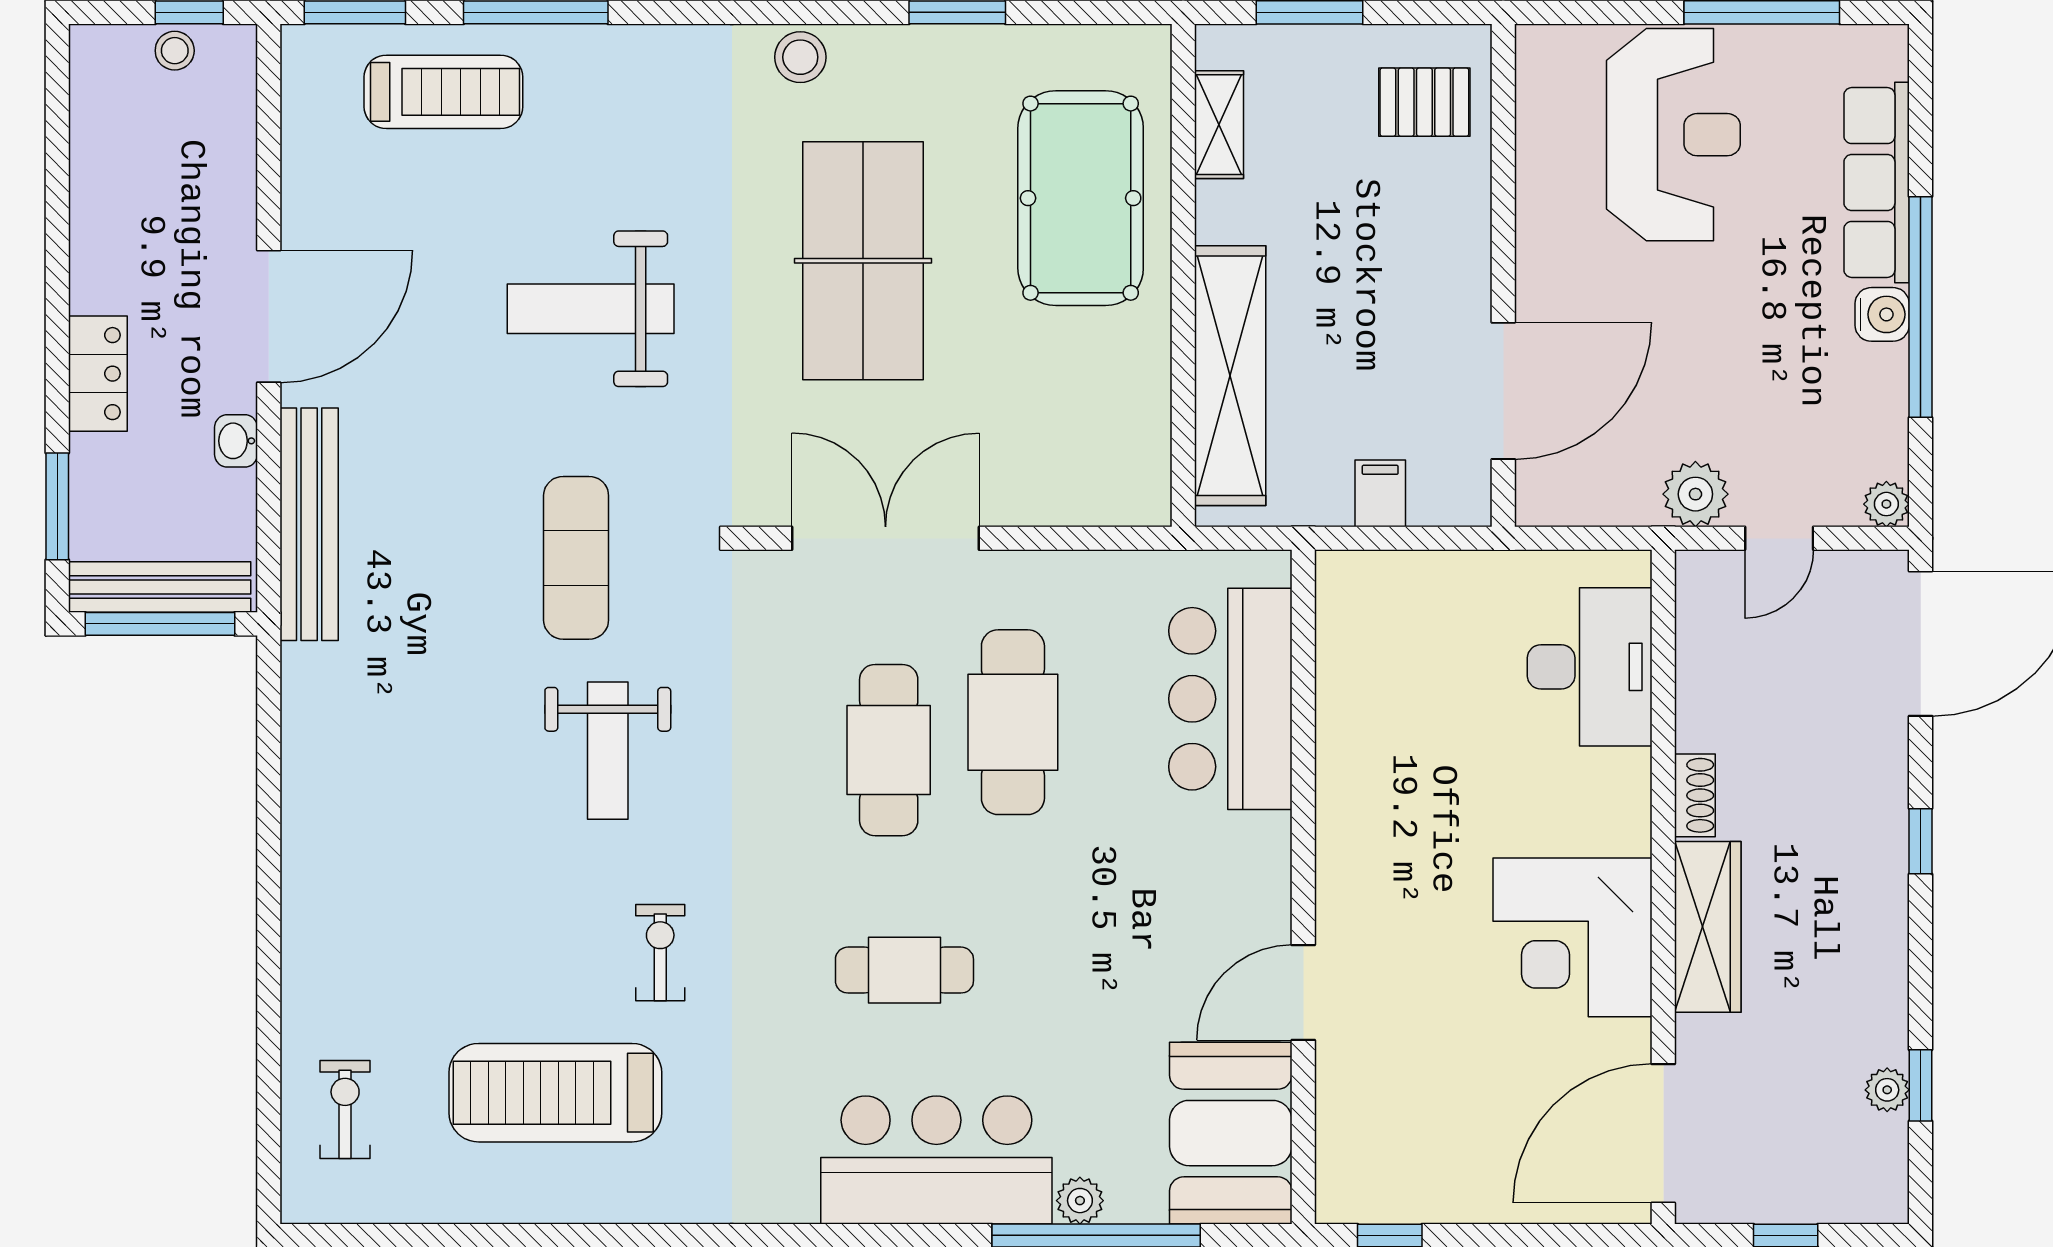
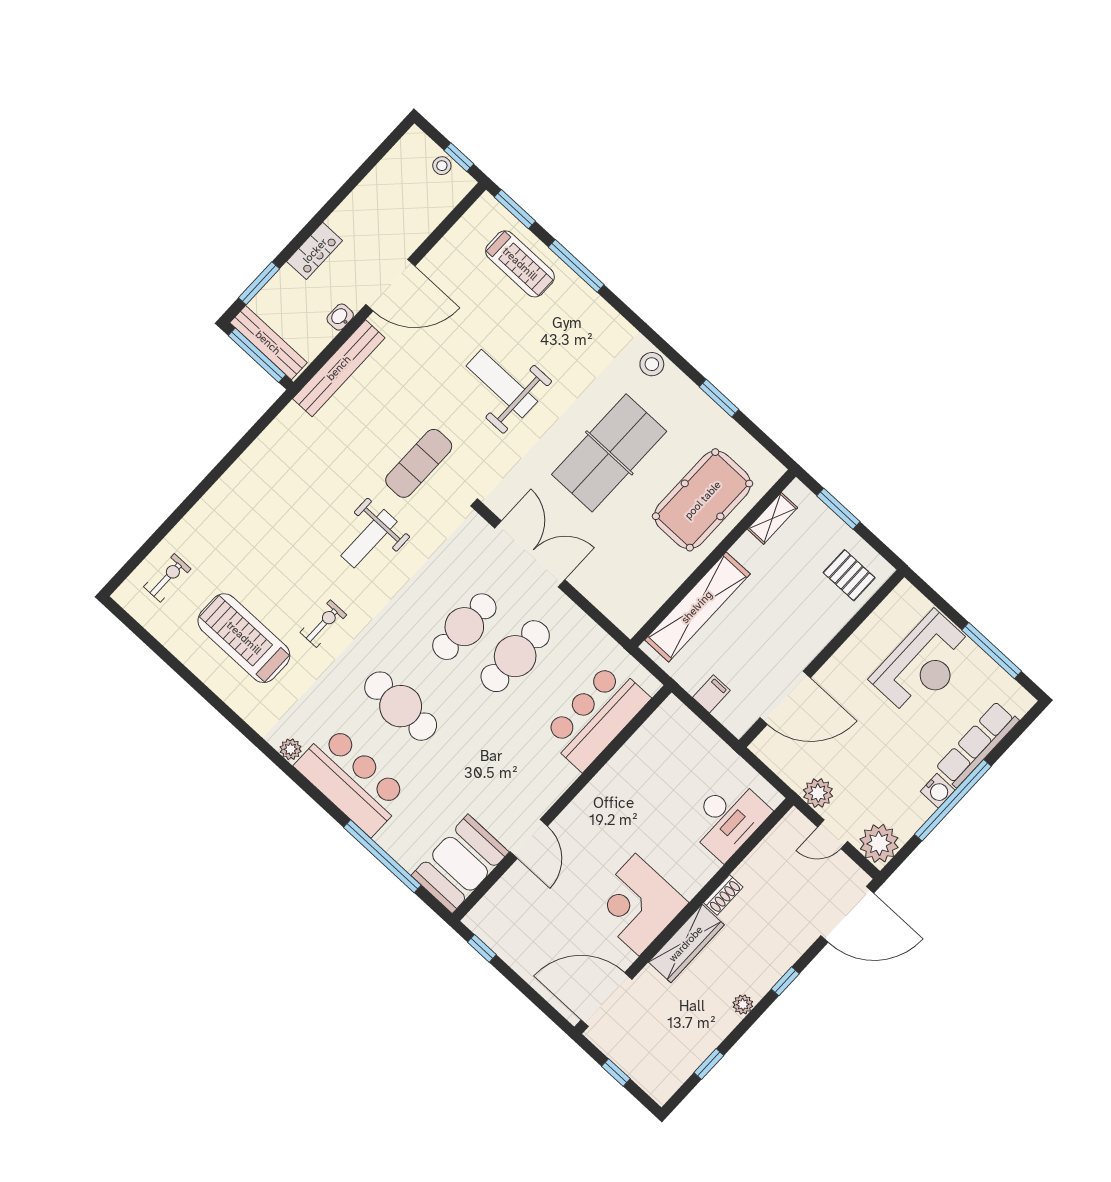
plant: (1886, 504) -> (879, 843), width x1.88, depth x1.88
cafe table: (904, 970) -> (401, 706), width x1.37, depth x1.35
door: (1303, 993) -> (529, 839), swing flipped
plant: (1887, 1090) -> (743, 1004), moved
plant: (1080, 1201) -> (291, 749), moved

